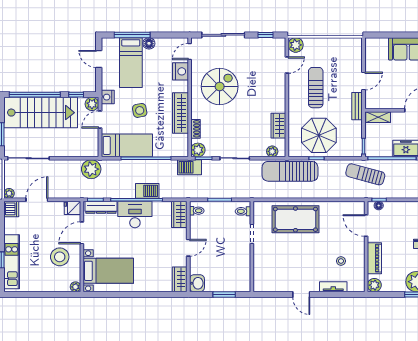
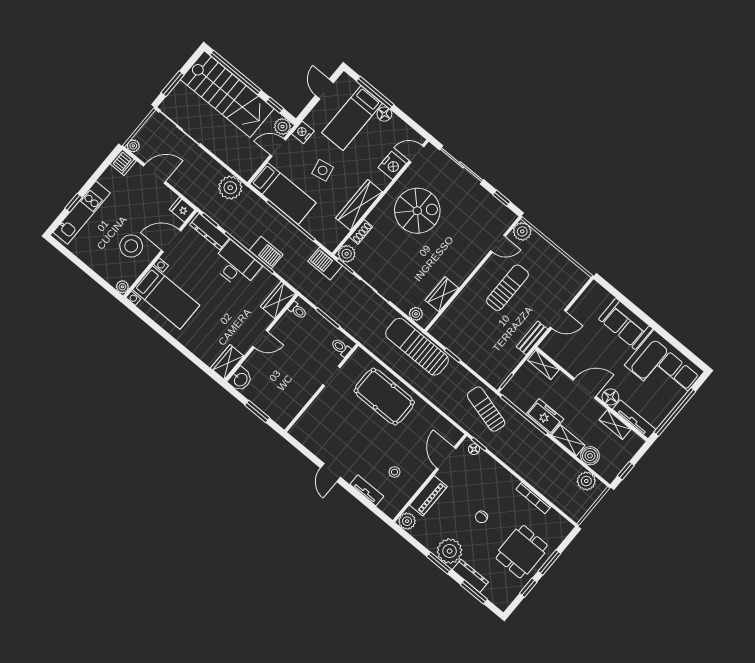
parasol: (319, 135) -> (473, 335), removed

